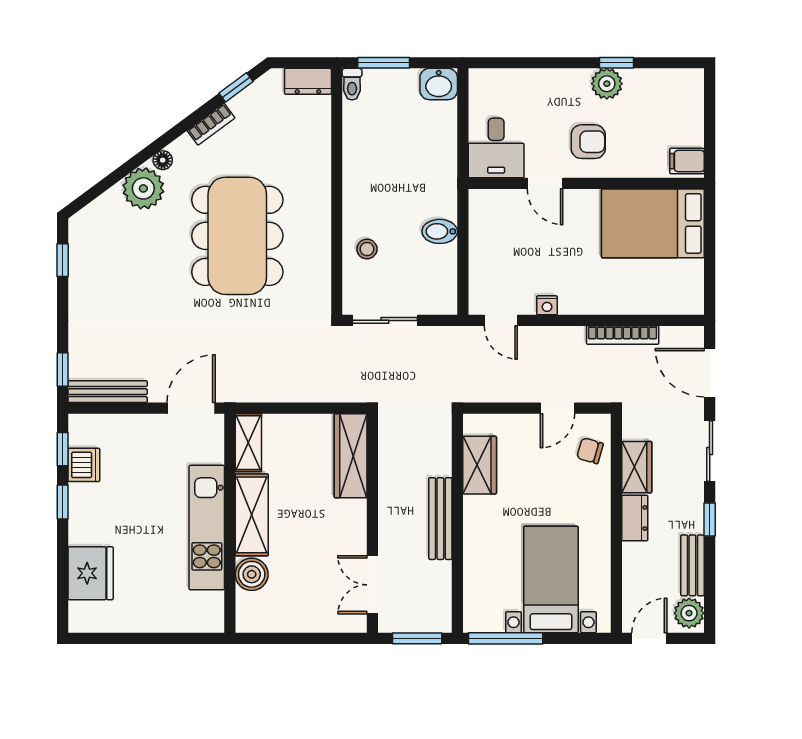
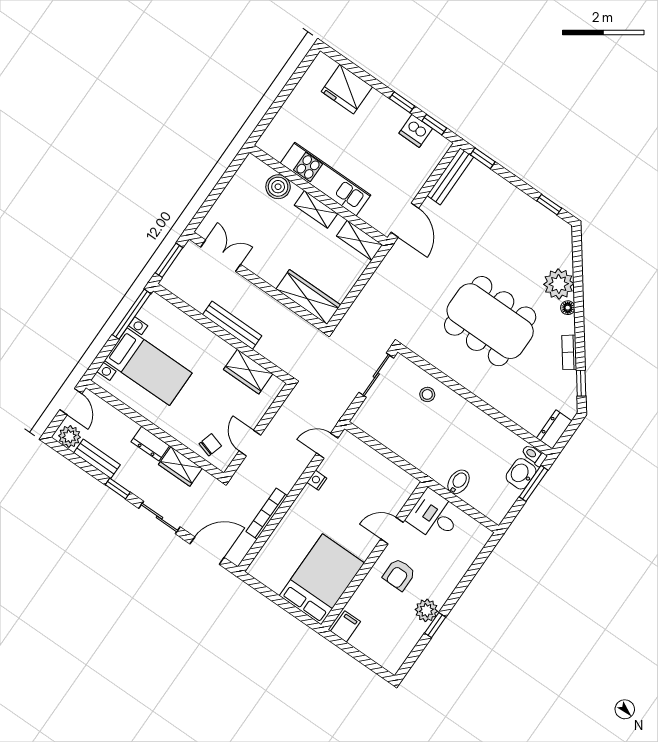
washbasin: (439, 84) -> (521, 474), moved
bidet: (440, 231) -> (459, 482), moved
shelving: (252, 515) -> (316, 209), width x0.67, depth x0.75

